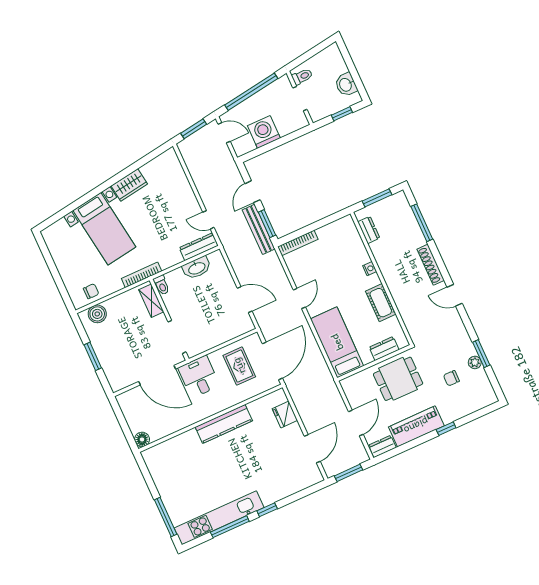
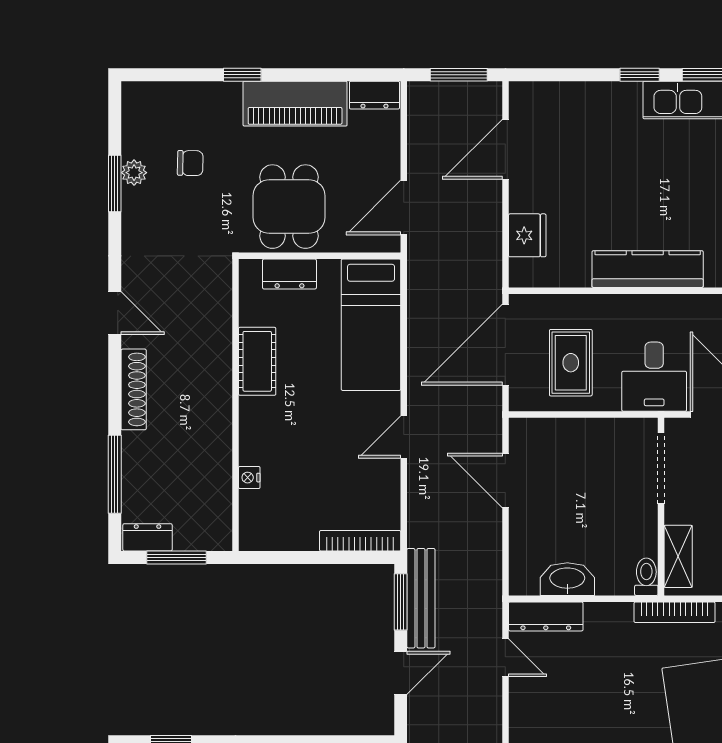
dresser: (369, 230) -> (148, 537), moved, turned 90
nightstand: (370, 269) -> (249, 478), moved
dining table: (398, 379) -> (289, 207), turned 90
door: (356, 423) -> (404, 207), moved

